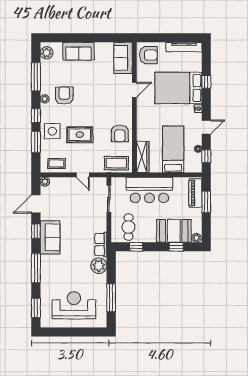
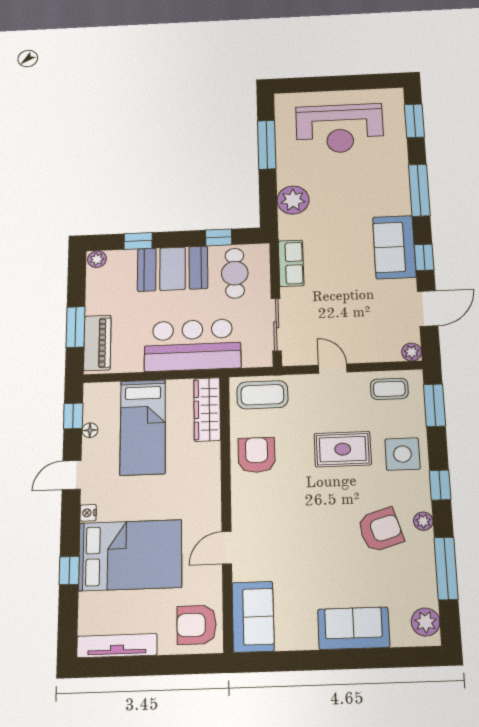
armchair: (64, 96) -> (380, 530), turned -107
window: (36, 142) -> (434, 405), moved
booth: (174, 231) -> (173, 269), moved
row of seats: (101, 245) -> (291, 263), moved

